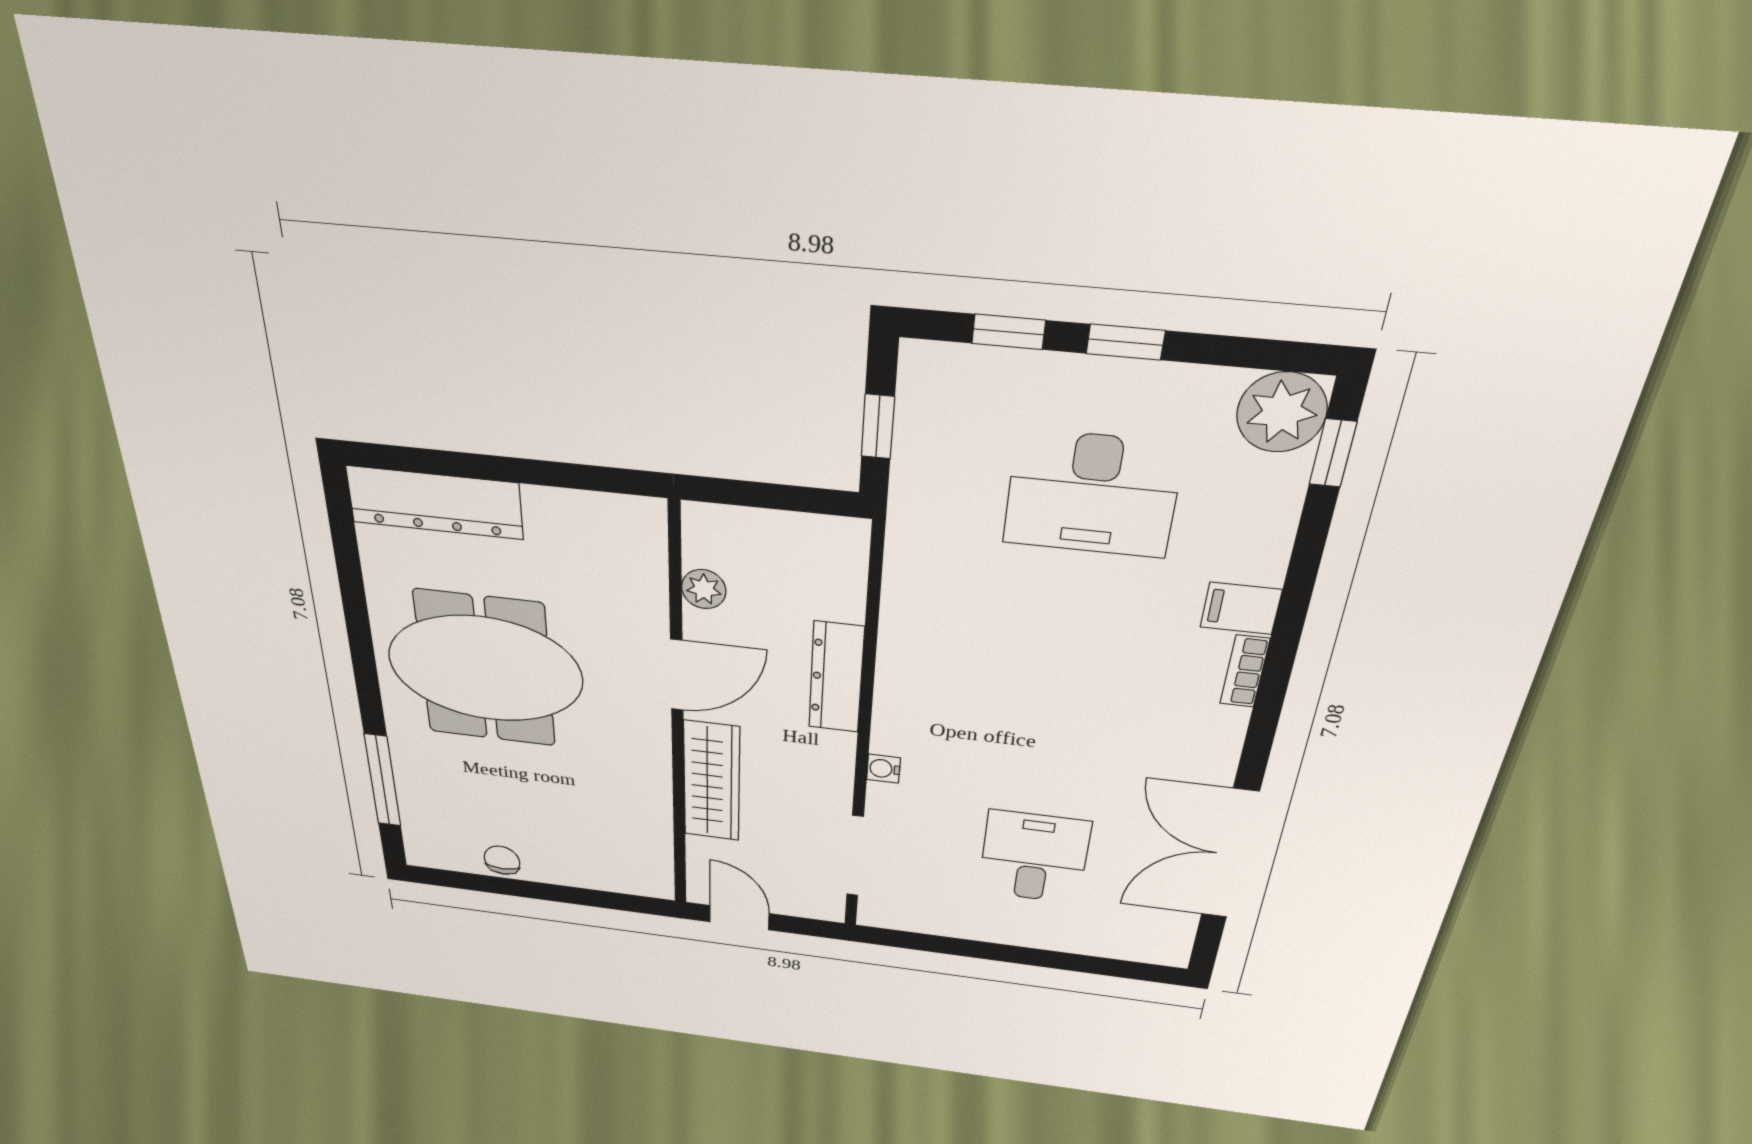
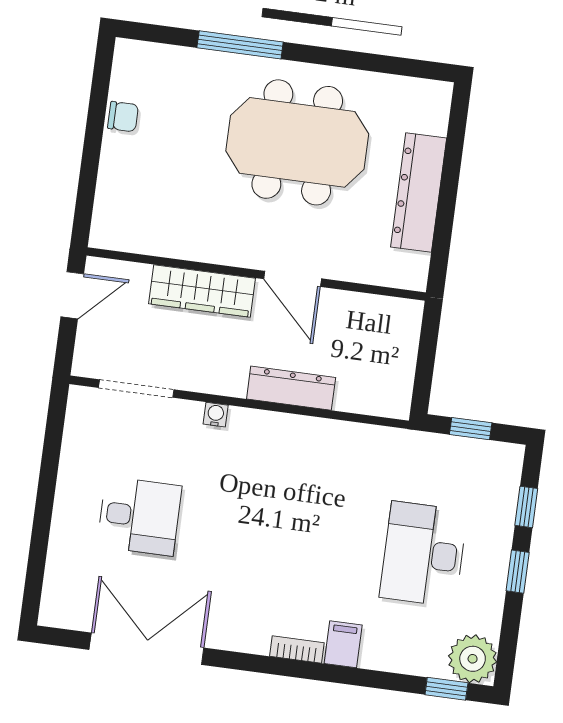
dresser: (435, 503) -> (419, 192), moved
plant: (704, 589) -> (360, 307), removed
meeting table: (485, 669) -> (297, 142), turned 90
window: (383, 780) -> (240, 45), moved

